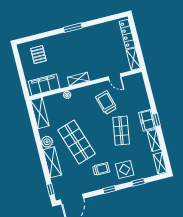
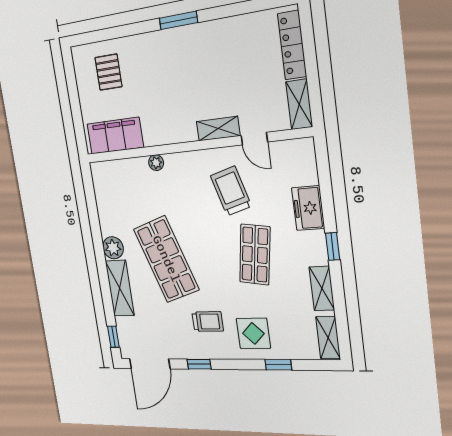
shelving: (78, 79) -> (218, 129), moved
shelving: (40, 113) -> (104, 190), removed
freezer: (147, 120) -> (308, 208), moved
window: (109, 190) -> (199, 364), moved

